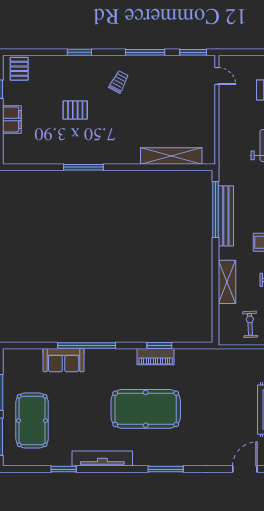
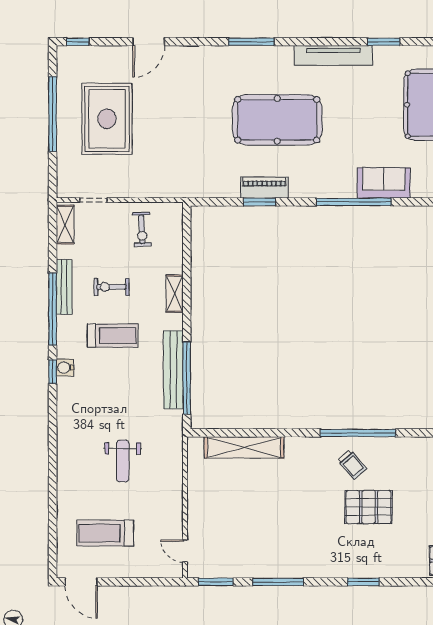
trolley: (119, 82) -> (352, 465), moved, turned -69
pallet: (75, 110) -> (369, 507), width x1.50, depth x1.42
window: (83, 167) -> (358, 433), width x1.46
shelving: (227, 282) -> (175, 294), width x0.67, depth x0.75

